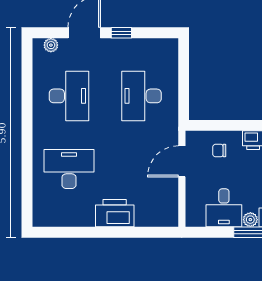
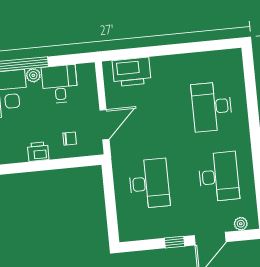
desk: (69, 96) -> (219, 177), turned 180
desk: (69, 169) -> (212, 107), turned 90
printer: (115, 213) -> (132, 72), moved

